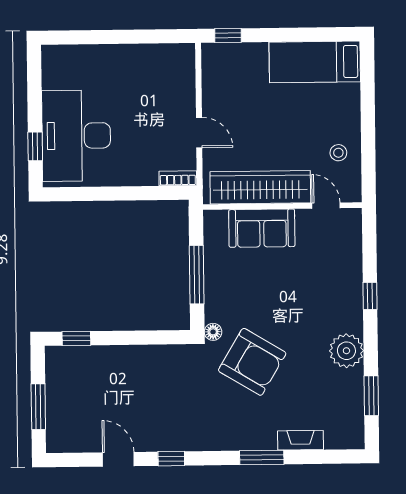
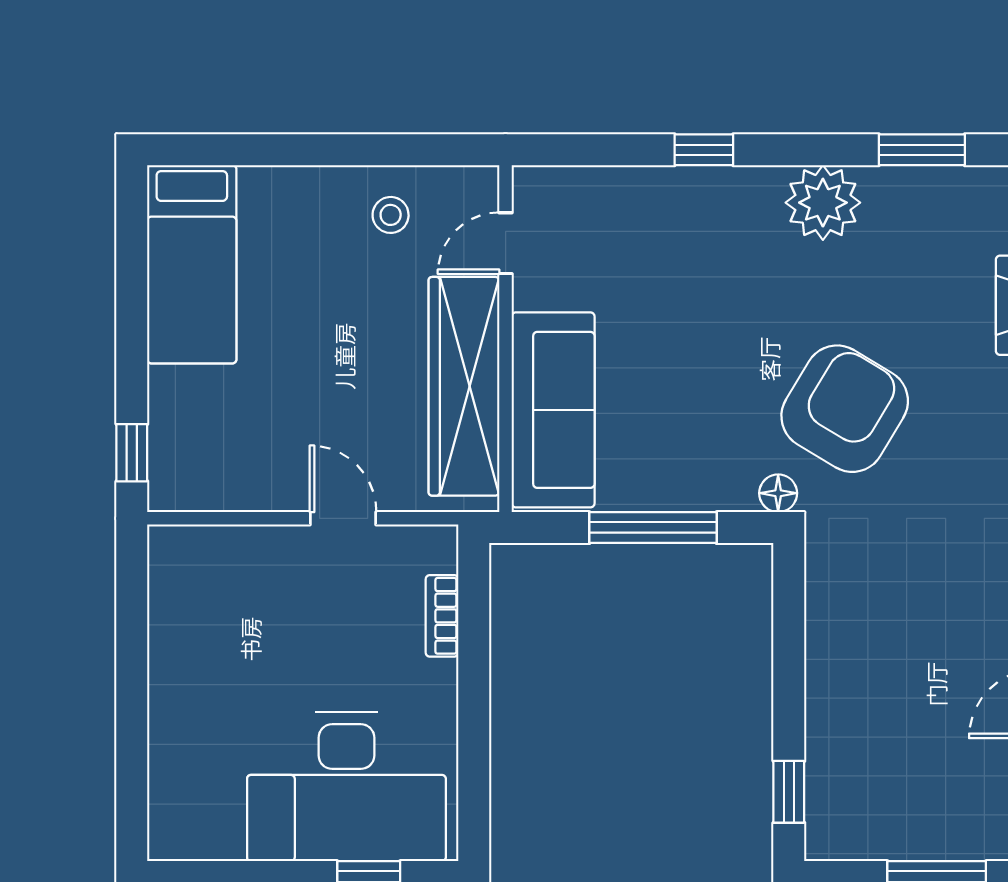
door: (199, 133) -> (343, 518), hinge flipped
bookcase: (178, 178) -> (442, 616), moved
sofa: (262, 228) -> (553, 410), width x1.36

